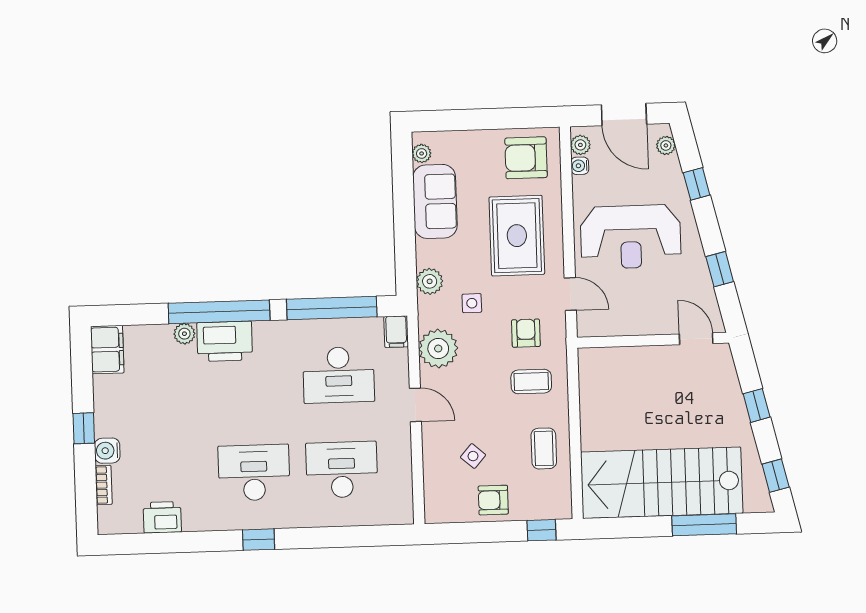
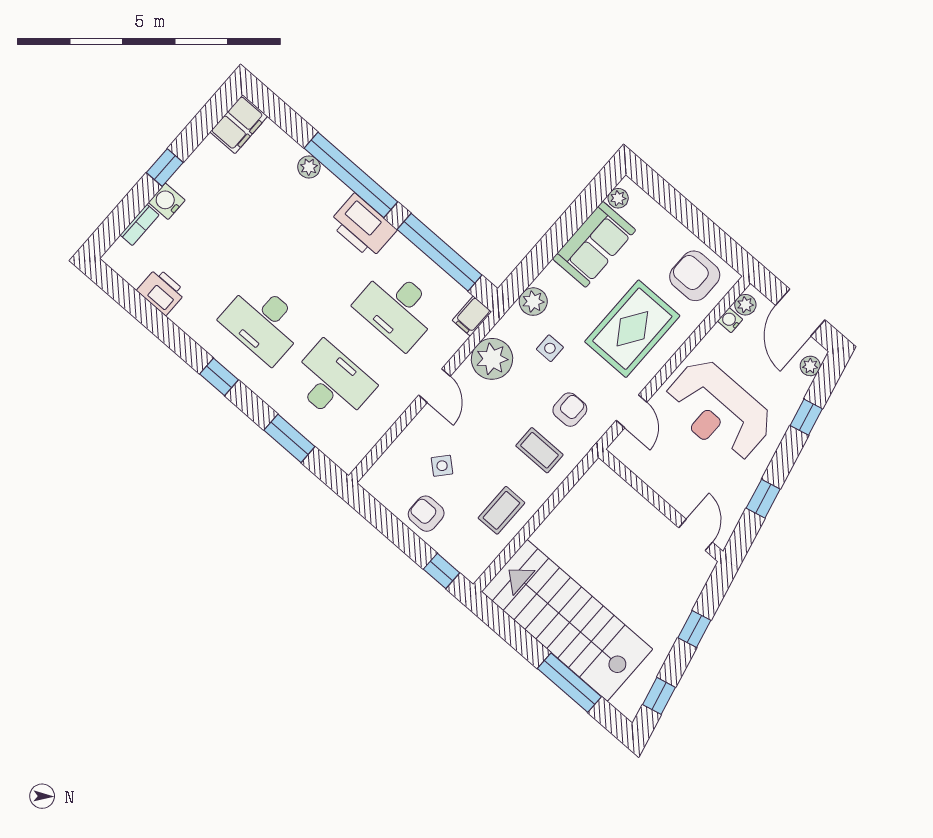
printer: (225, 341) -> (363, 226), moved
desk: (254, 473) -> (263, 322), turned 180
window: (348, 537) -> (289, 438), added

